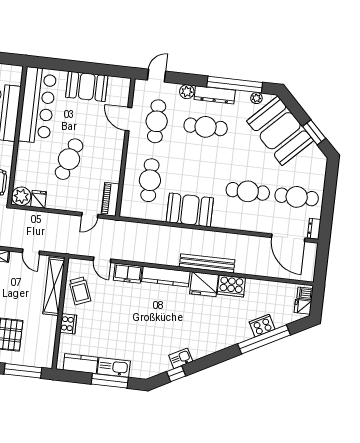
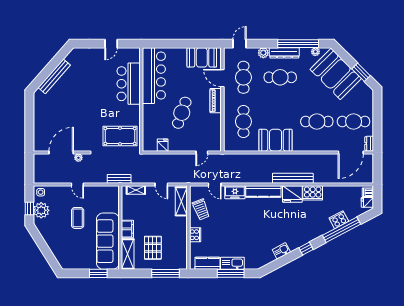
booth: (87, 86) -> (202, 57), moved
plant: (21, 196) -> (149, 144), removed
piano: (110, 199) -> (216, 101), moved
door: (288, 238) -> (351, 152), hinge flipped
shelving: (54, 286) -> (181, 201), width x0.68
window: (176, 374) -> (306, 249), moved

